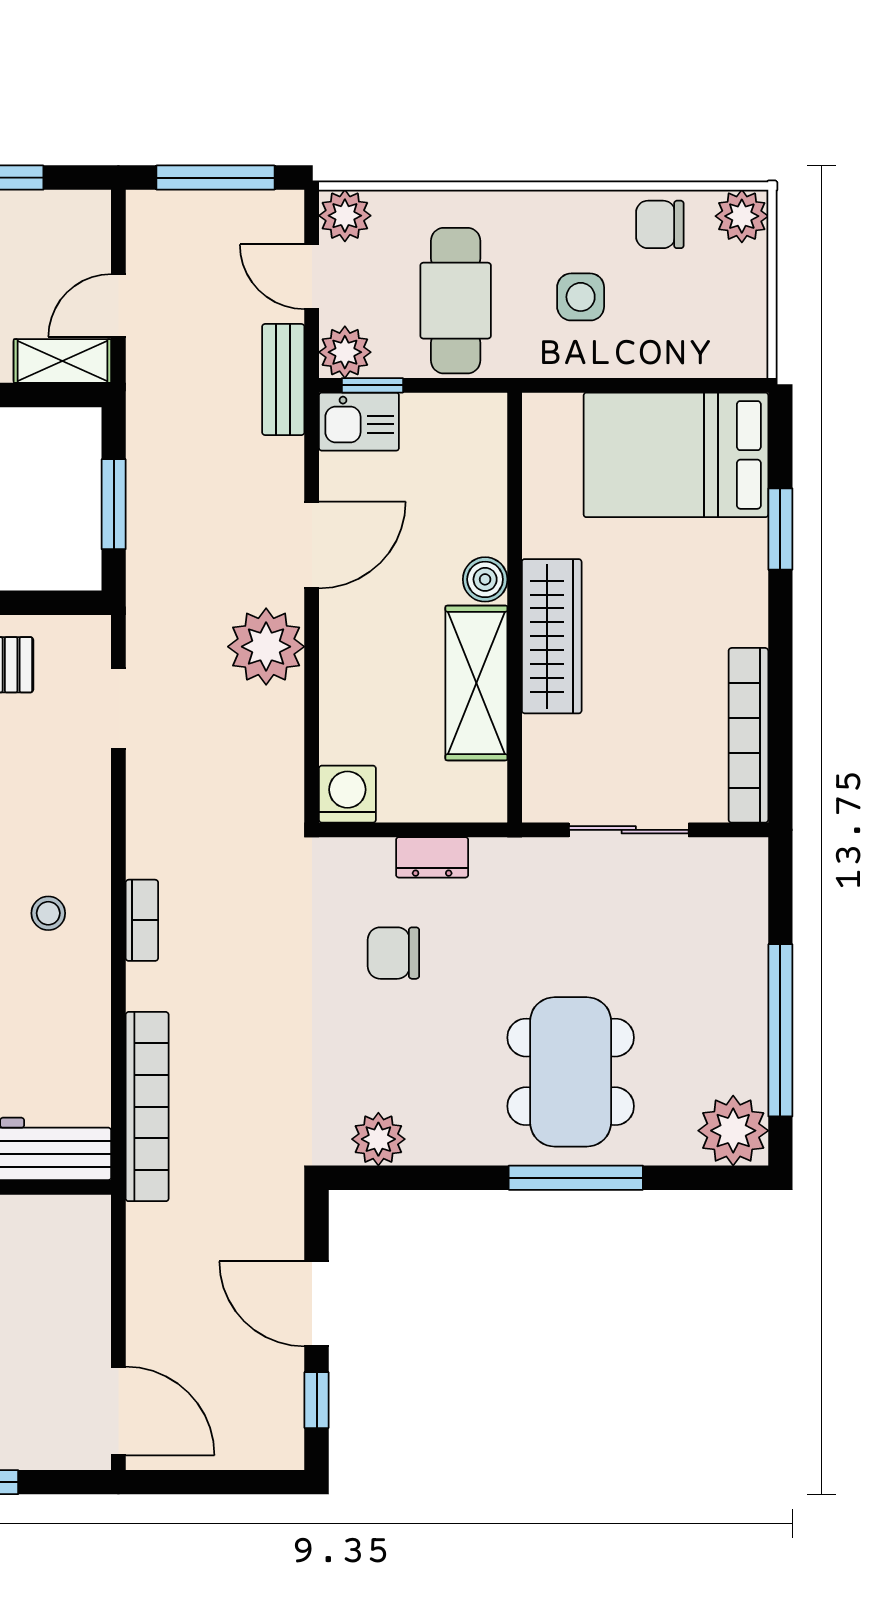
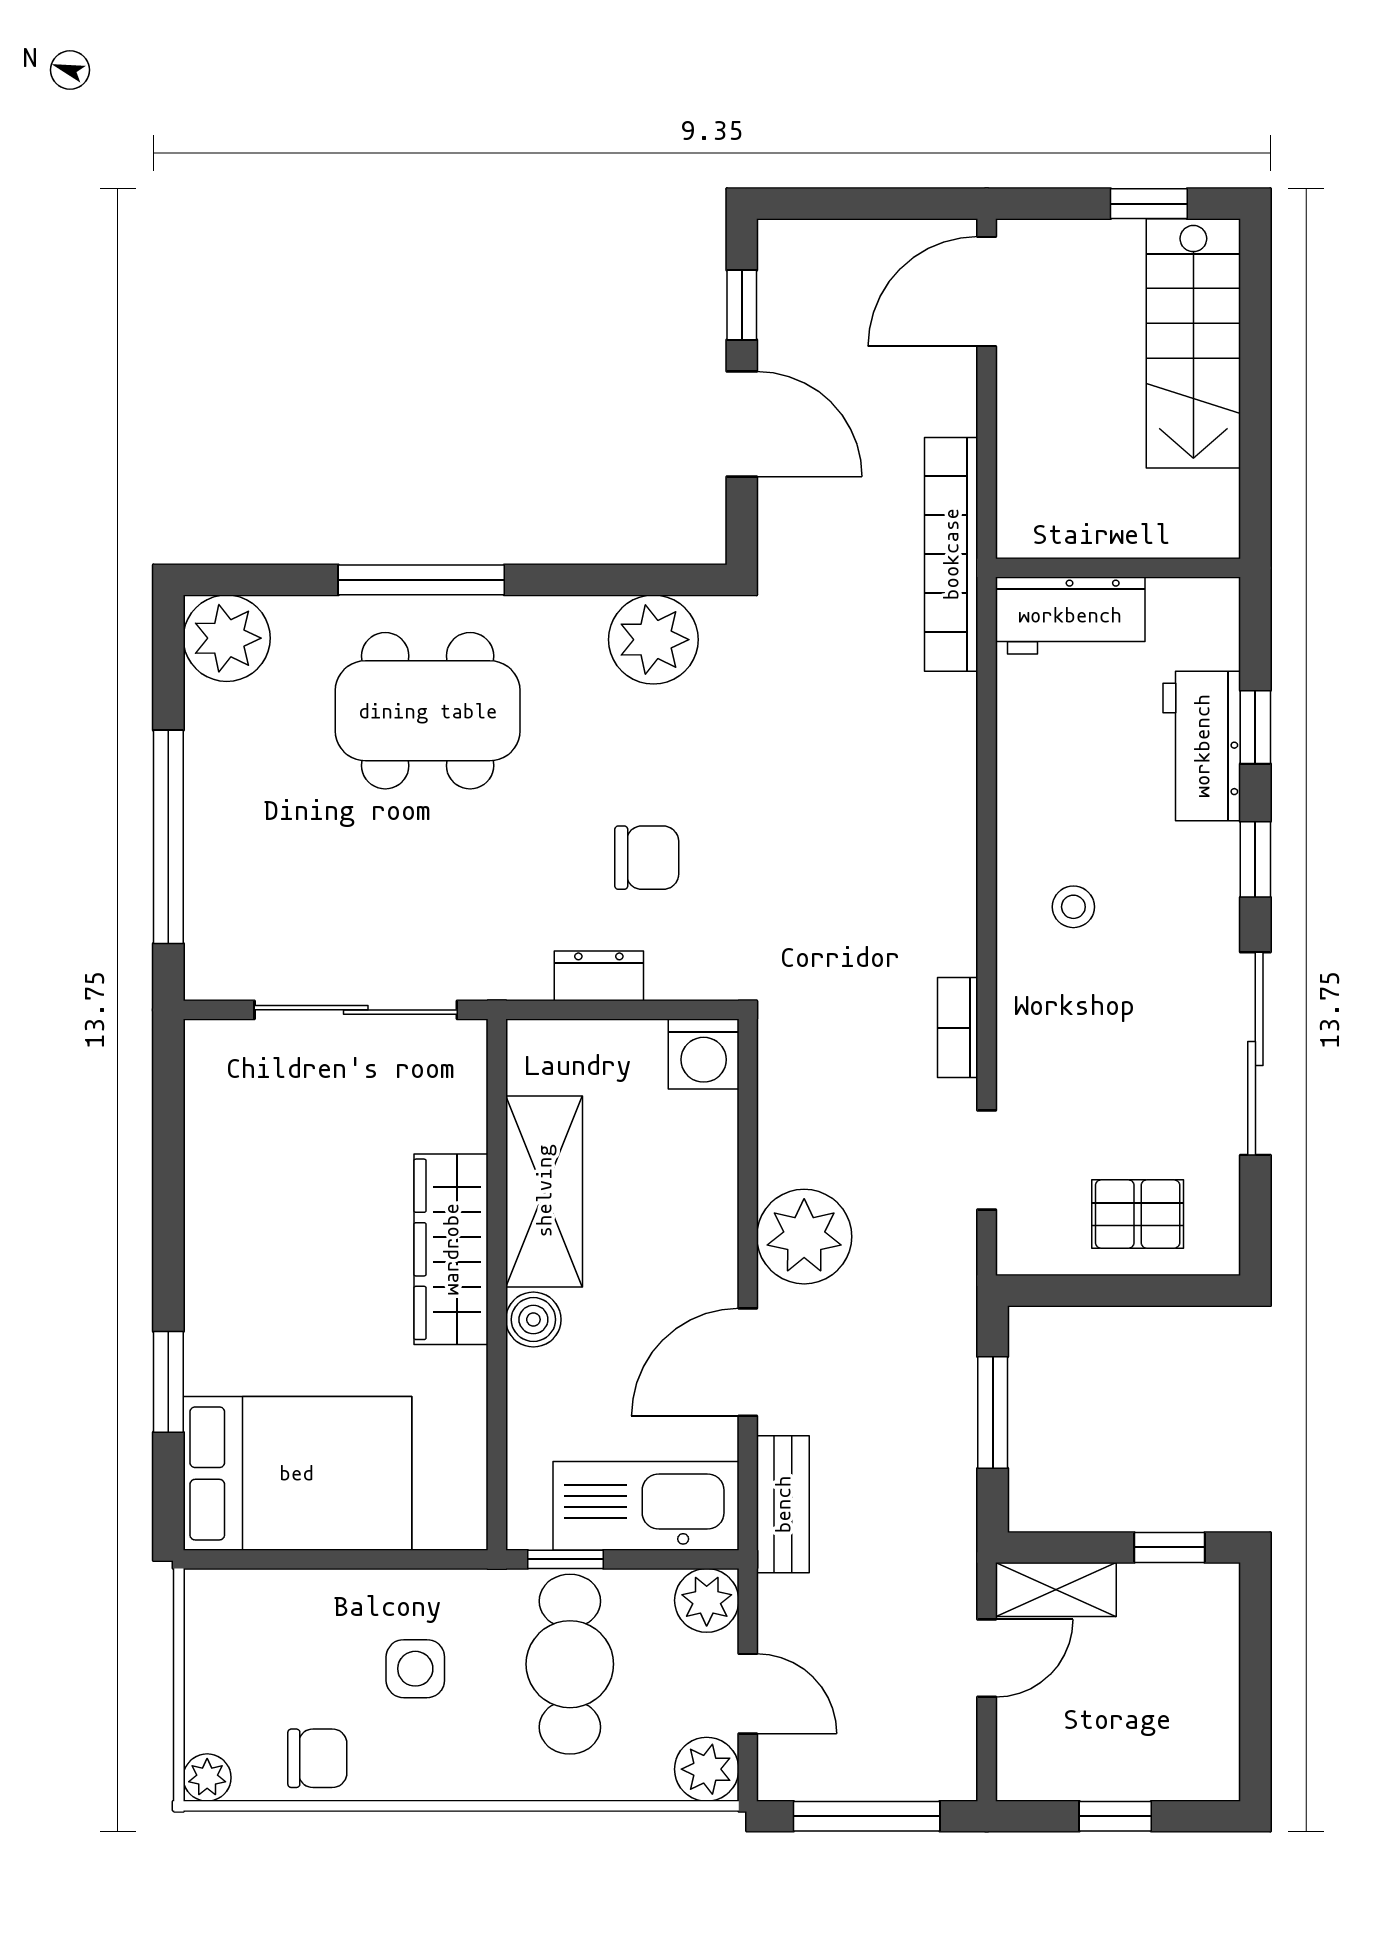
plant: (742, 216) -> (207, 1778), width x0.73, depth x0.73
bench: (283, 380) -> (783, 1504), moved
window: (372, 385) -> (565, 1559), moved
kitchen sink: (359, 422) -> (646, 1506), width x1.88, depth x1.24
bookcase: (748, 735) -> (208, 1127), removed
sliding door: (629, 830) -> (356, 1010), width x1.37
bookcase: (142, 920) -> (958, 1028), moved
window: (780, 1030) -> (168, 837), moved
dining table: (571, 1072) -> (428, 711), turned 90
bookcase: (147, 1107) -> (951, 554), moved
plant: (378, 1139) -> (653, 640), width x1.36, depth x1.36
door: (118, 1411) -> (987, 292), hinge flipped

